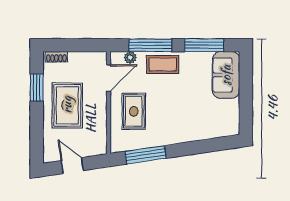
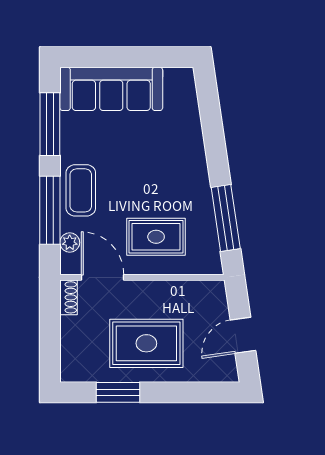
shoe rack: (56, 57) -> (68, 297), moved
sofa: (226, 75) -> (111, 89), width x1.36

